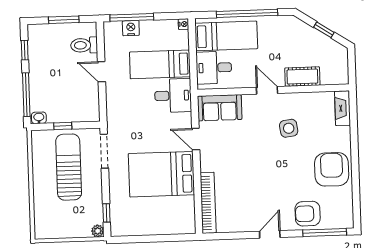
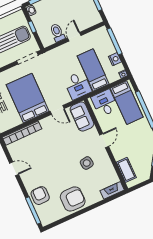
nightstand: (131, 28) -> (115, 59), moved
toilet: (84, 45) -> (57, 33), moved
cot: (302, 77) -> (126, 170), moved
door: (196, 139) -> (57, 110), swing flipped
door: (270, 234) -> (14, 169), moved

